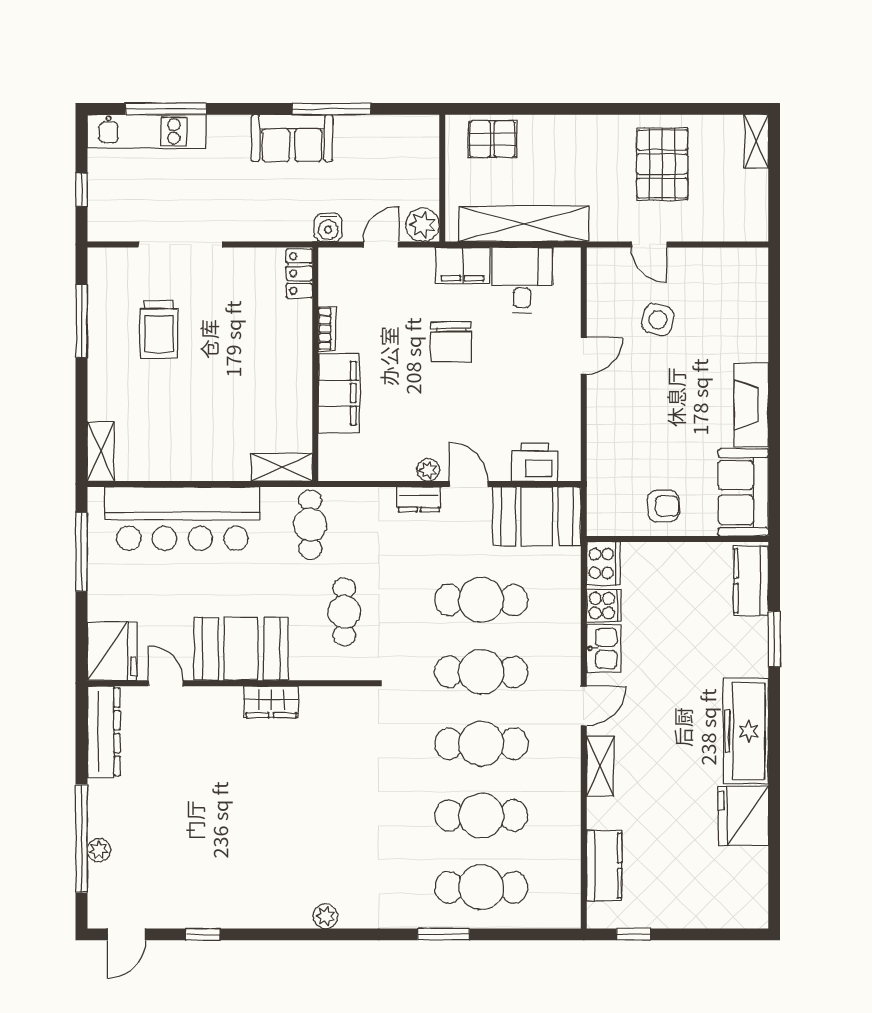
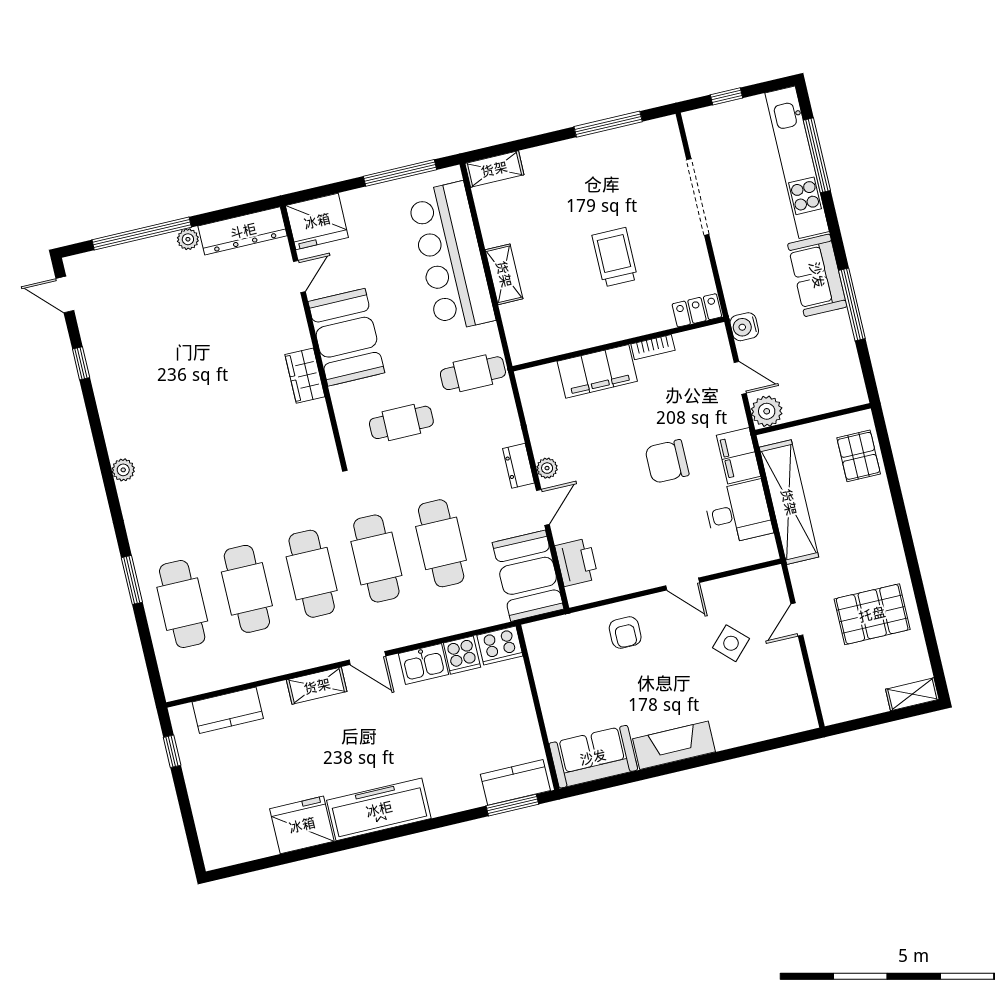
kitchen unit: (147, 131) -> (797, 162), width x1.36
side table: (658, 320) -> (731, 643), turned 31
trolley: (159, 330) -> (615, 257), moved, turned 90
shelving: (282, 467) -> (504, 274), moved
armchair: (663, 506) -> (625, 633), moved
window: (774, 639) -> (512, 805), moved
plant: (99, 850) -> (188, 239), moved

